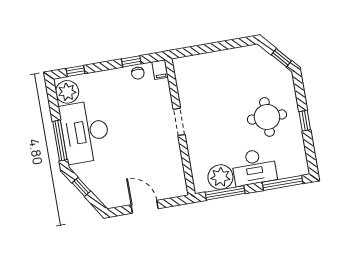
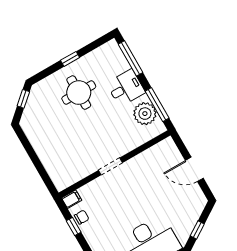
desk: (254, 167) -> (126, 88), width x0.73
door: (145, 207) -> (194, 169), hinge flipped

